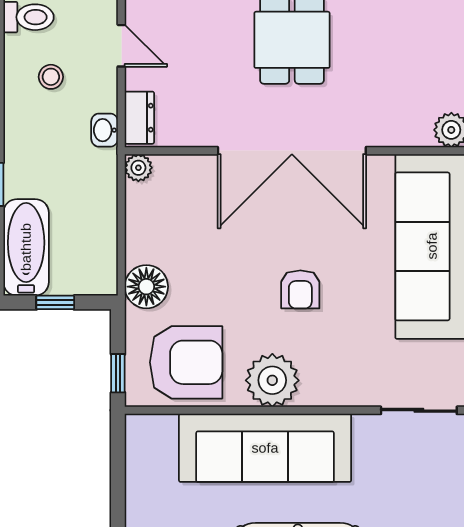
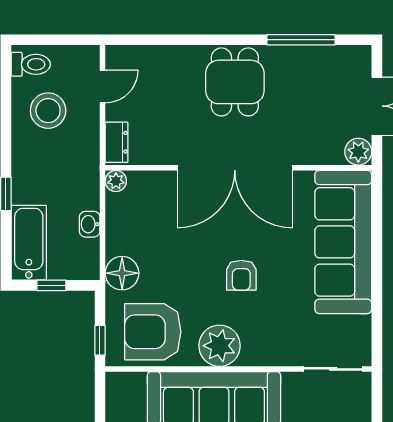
door: (121, 46) -> (103, 86), hinge flipped
stool: (51, 77) -> (48, 111), width x1.89, depth x1.89
washbasin: (105, 130) -> (90, 224), moved
armchair: (186, 362) -> (153, 332), turned 180

